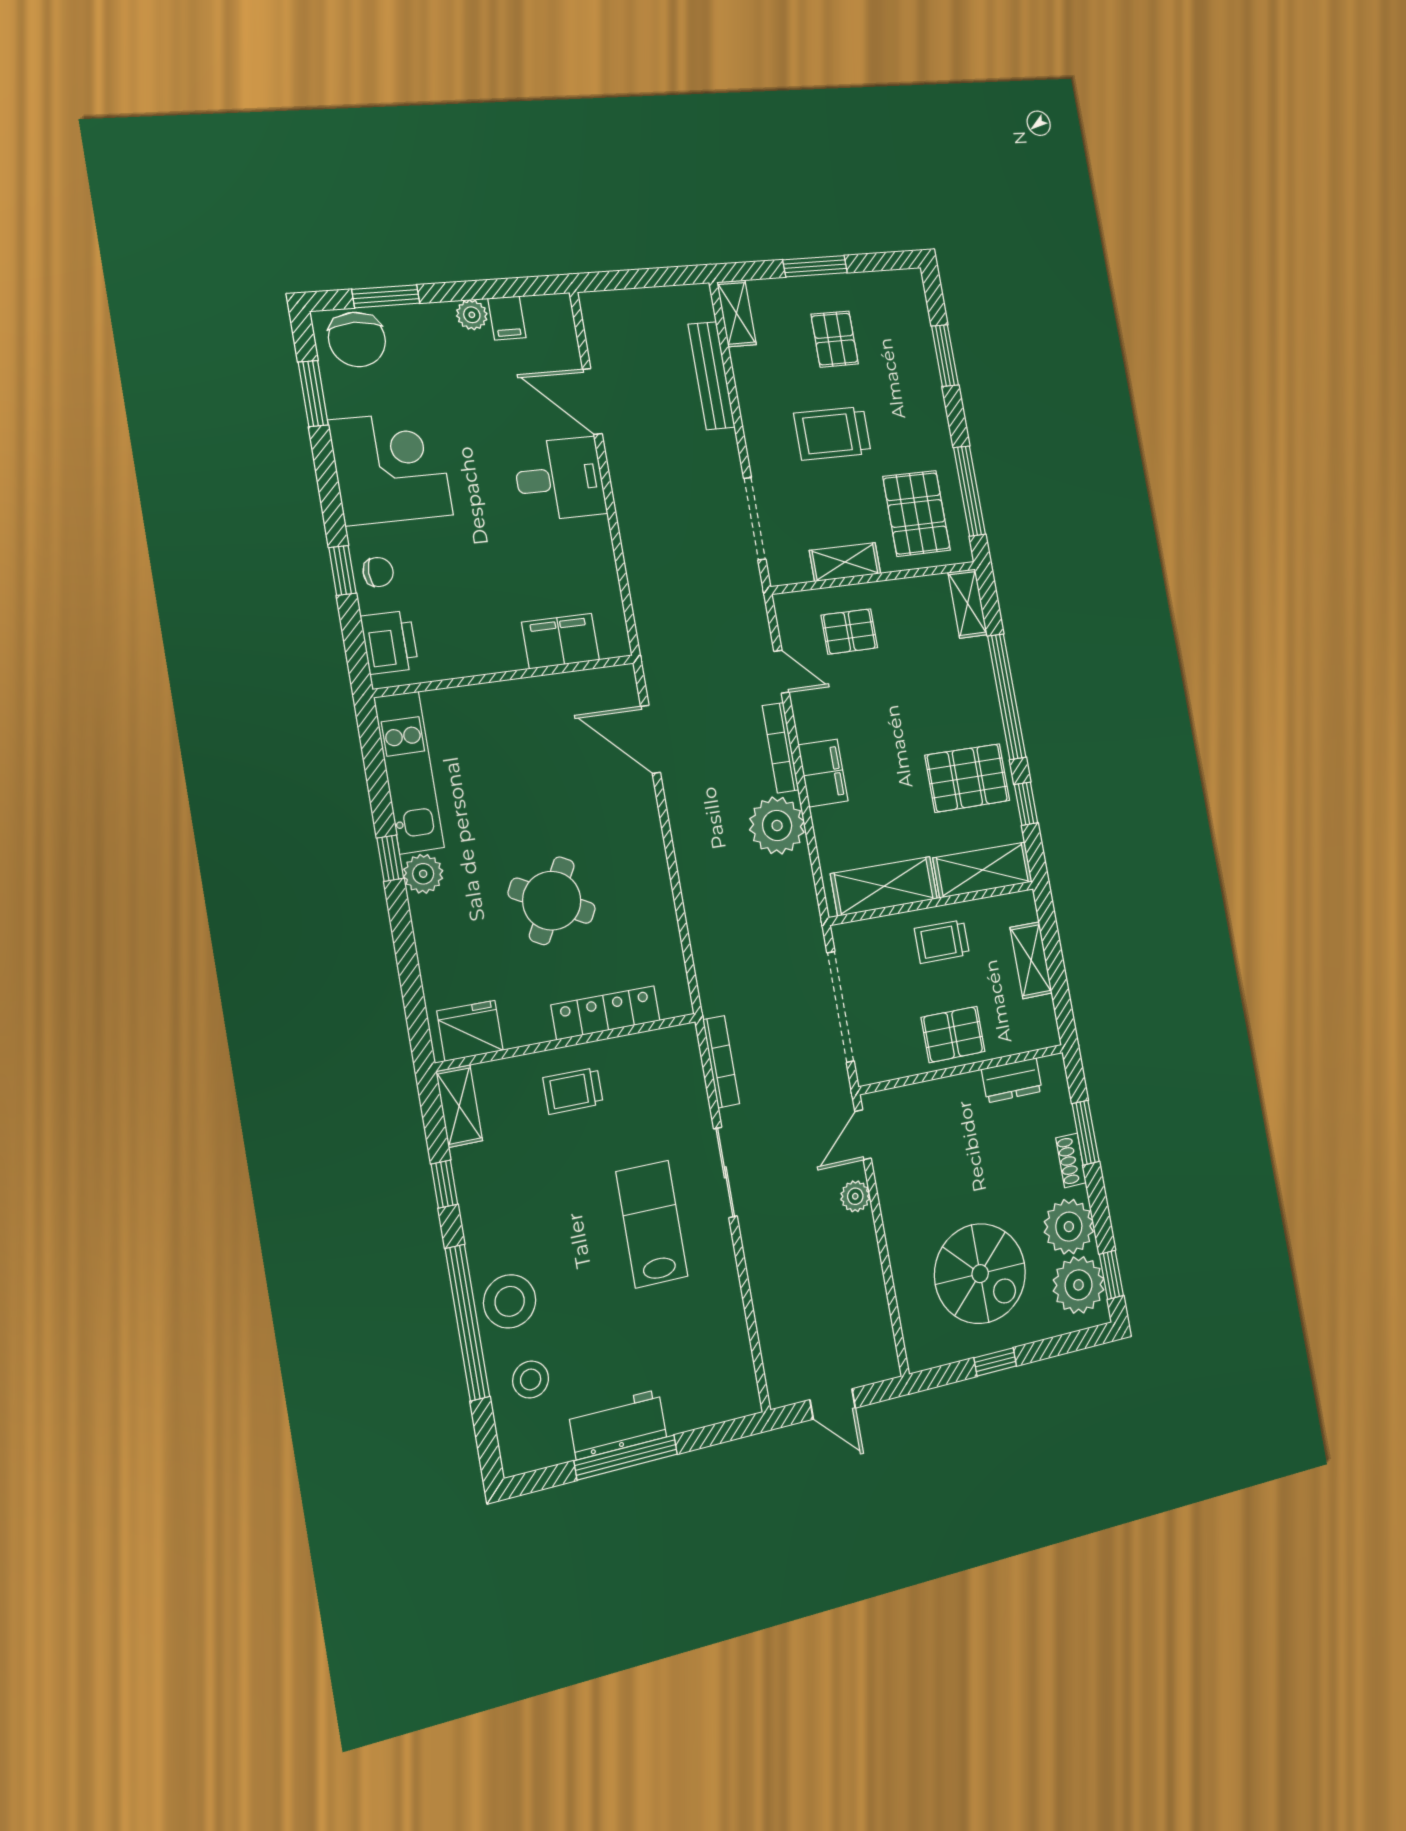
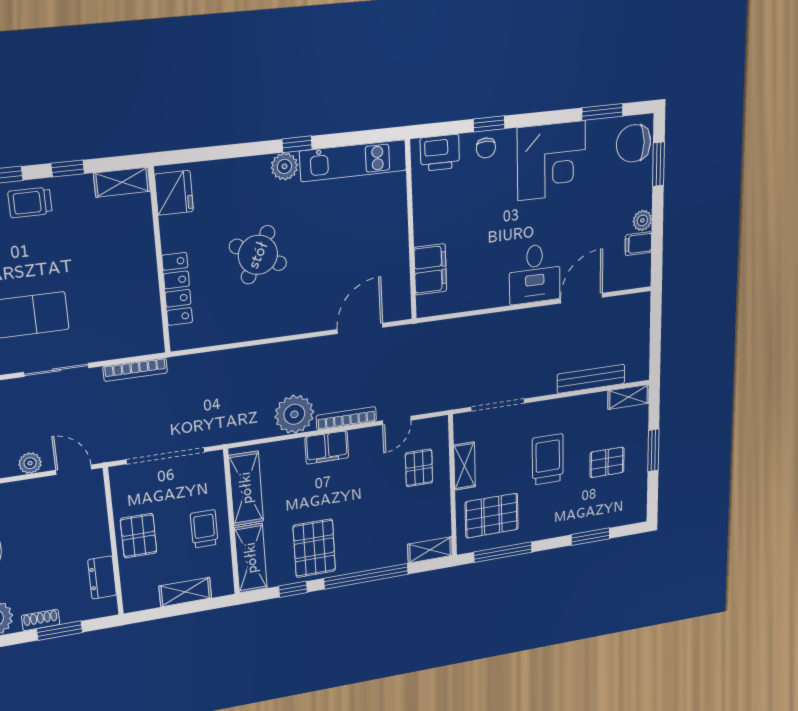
trolley: (573, 1091) -> (30, 202), moved, turned -90

